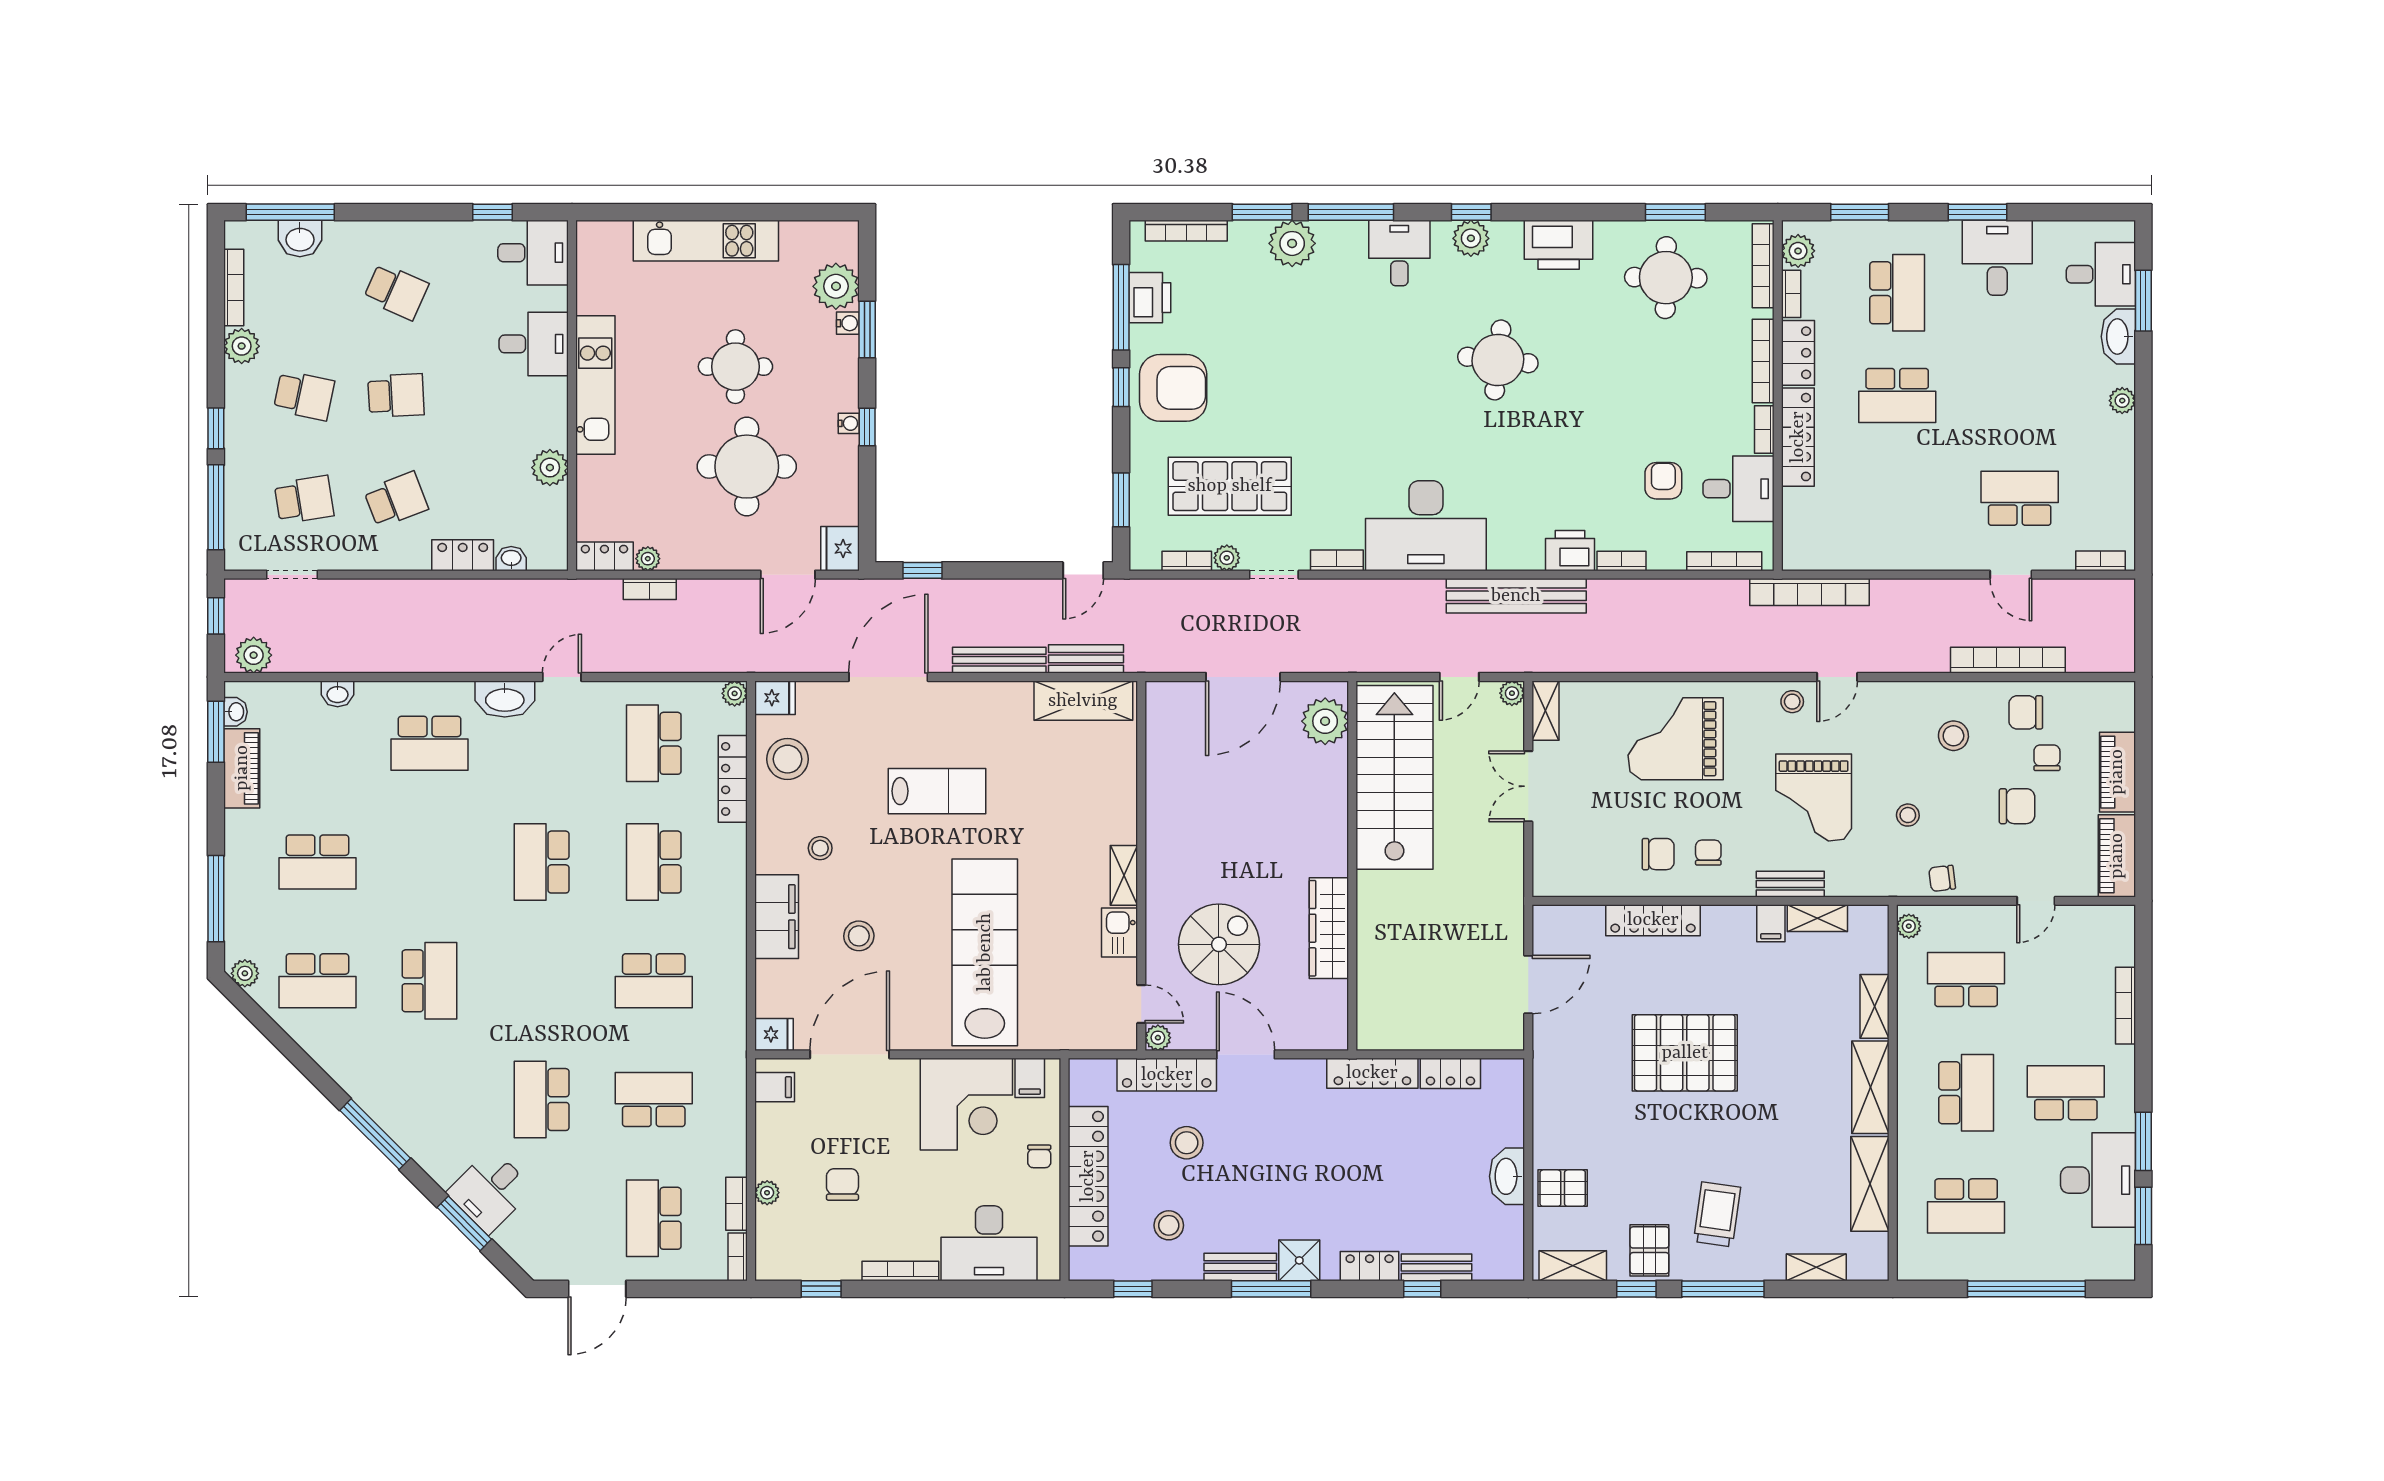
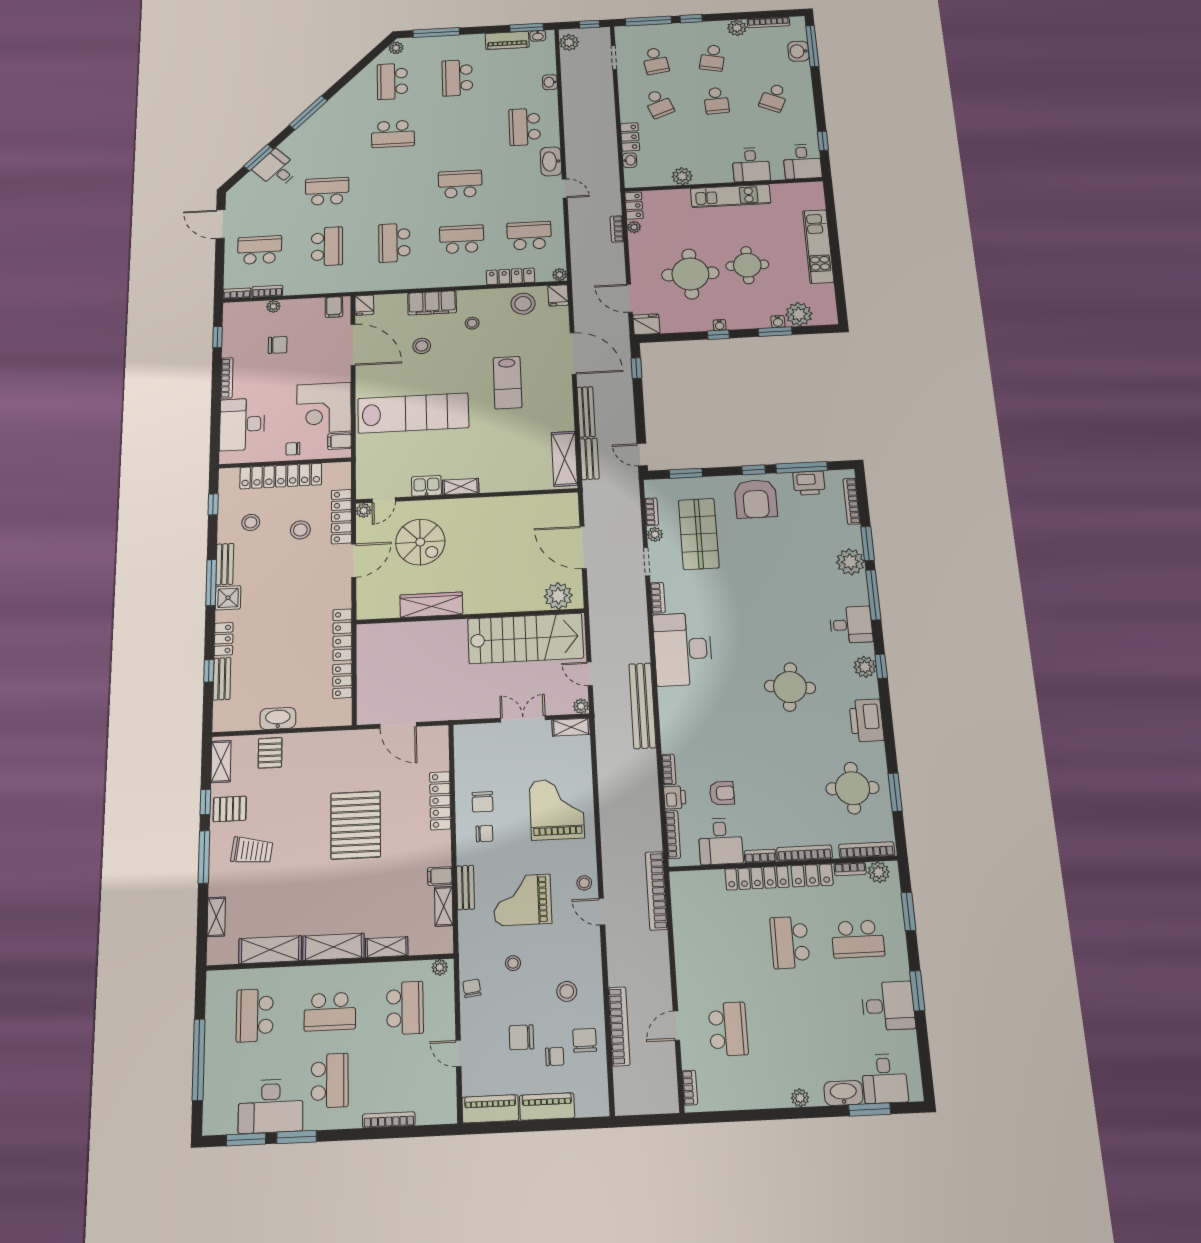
printer: (1570, 551) -> (675, 797), moved, width x0.73, depth x0.81
chair: (2017, 806) -> (521, 1037), turned 90

